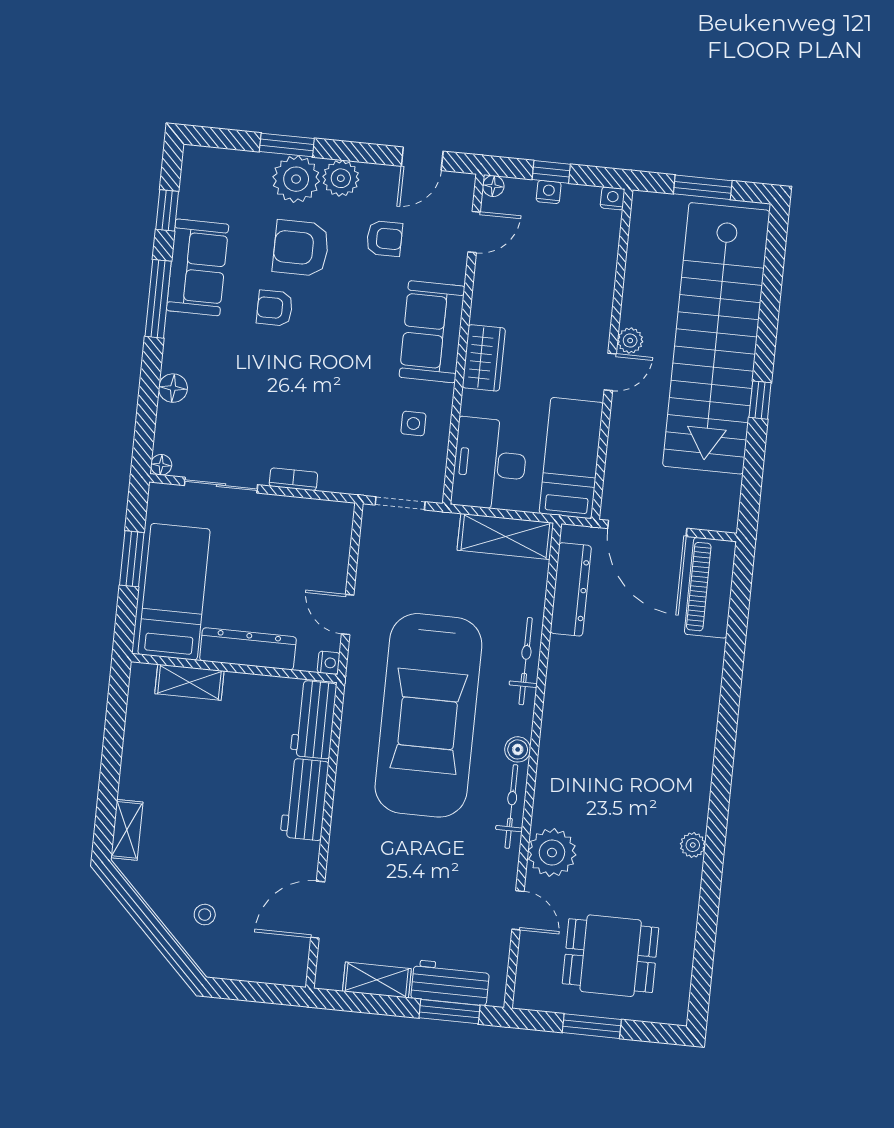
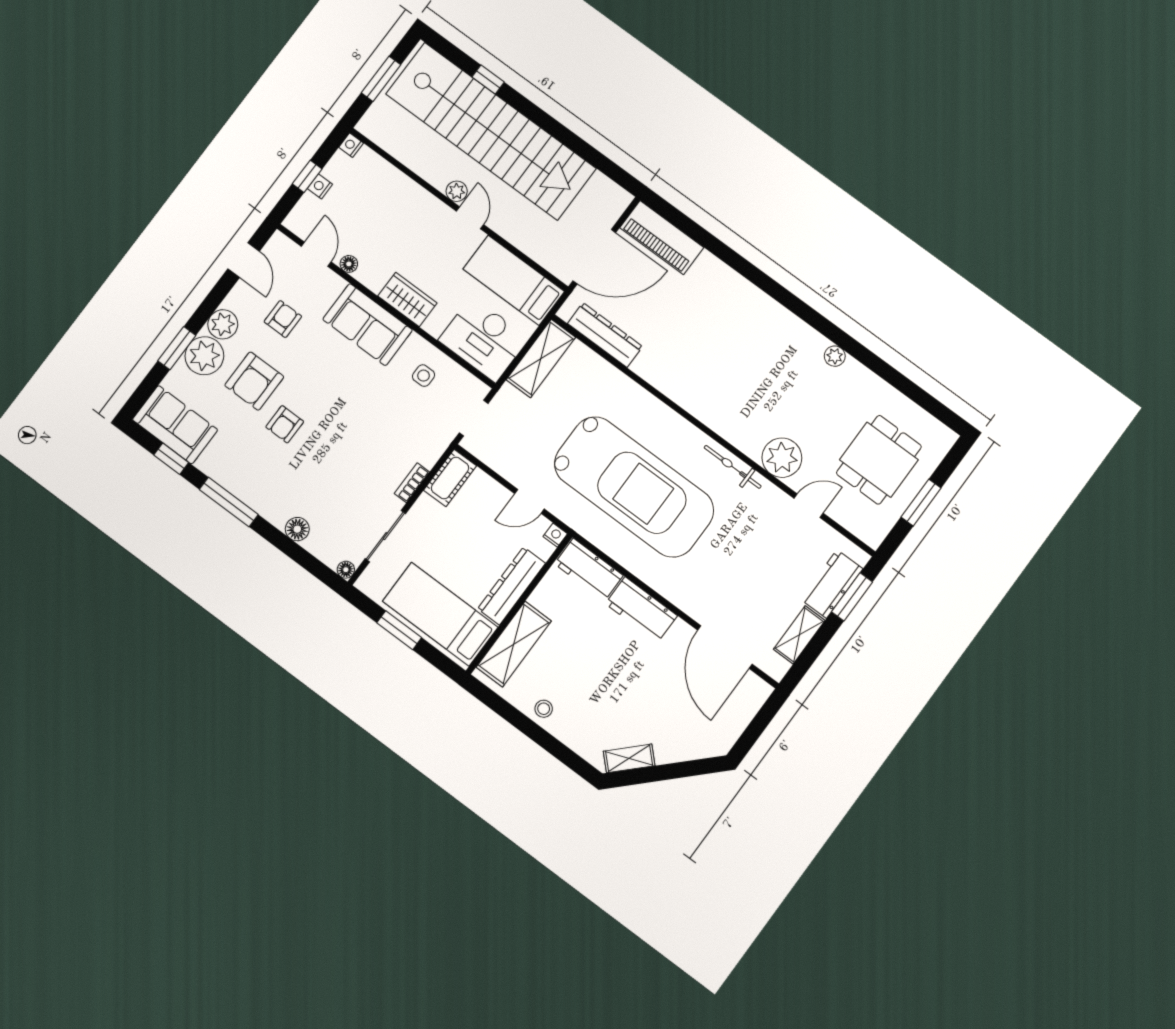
floor lamp: (493, 186) -> (349, 264), moved
sofa: (198, 267) -> (175, 425), moved
window: (760, 400) -> (488, 80), moved
cot: (322, 516) -> (450, 478), added
bicycle: (526, 661) -> (636, 396), removed
shelving: (189, 682) -> (514, 644), width x1.50, depth x1.33
boiler: (518, 749) -> (695, 439), removed
shelving: (127, 830) -> (629, 758), moved, turned -45
door: (318, 910) -> (725, 647), width x1.36
stool: (205, 915) -> (544, 709), moved

